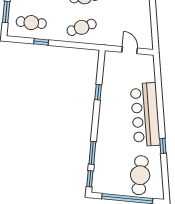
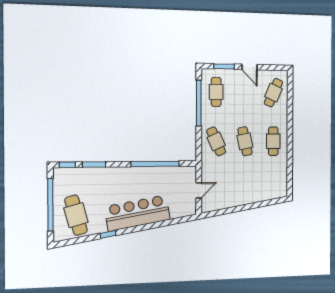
window: (41, 42) -> (199, 103), width x3.17
window: (98, 92) -> (155, 164), width x3.17
cafe table: (140, 175) -> (76, 215), turned 75

